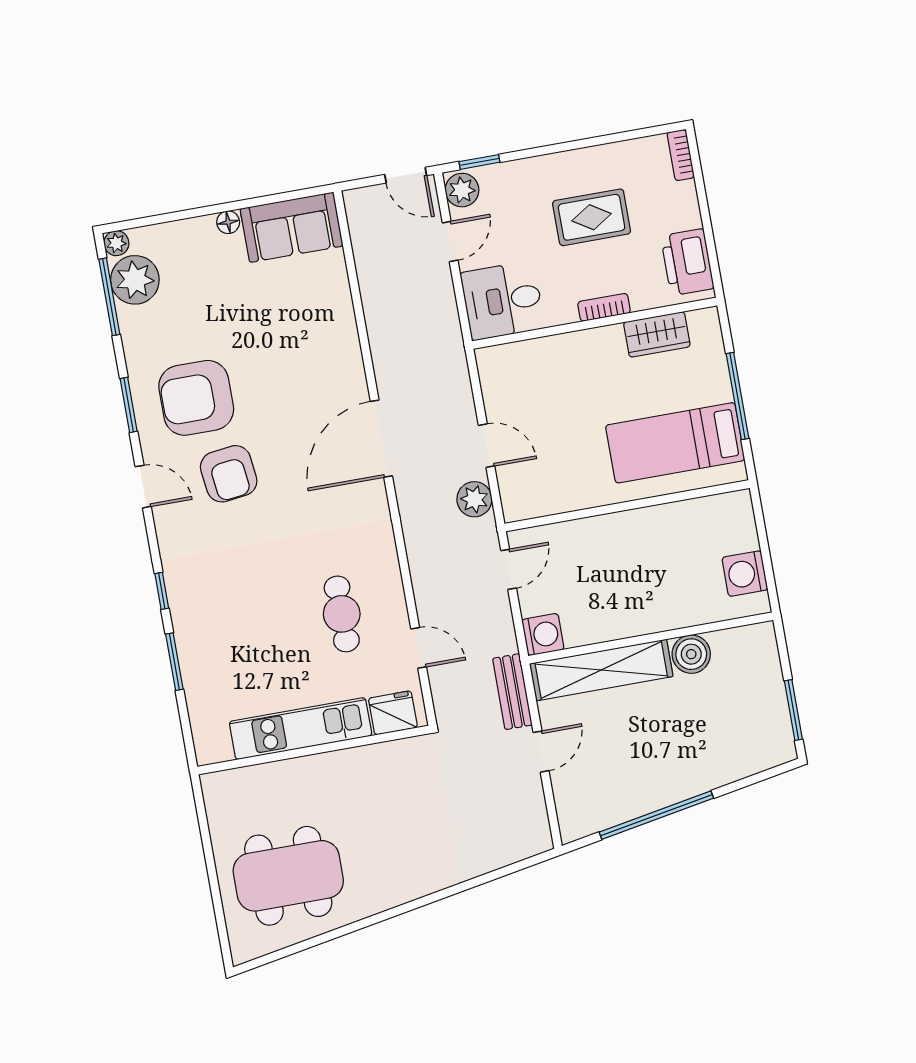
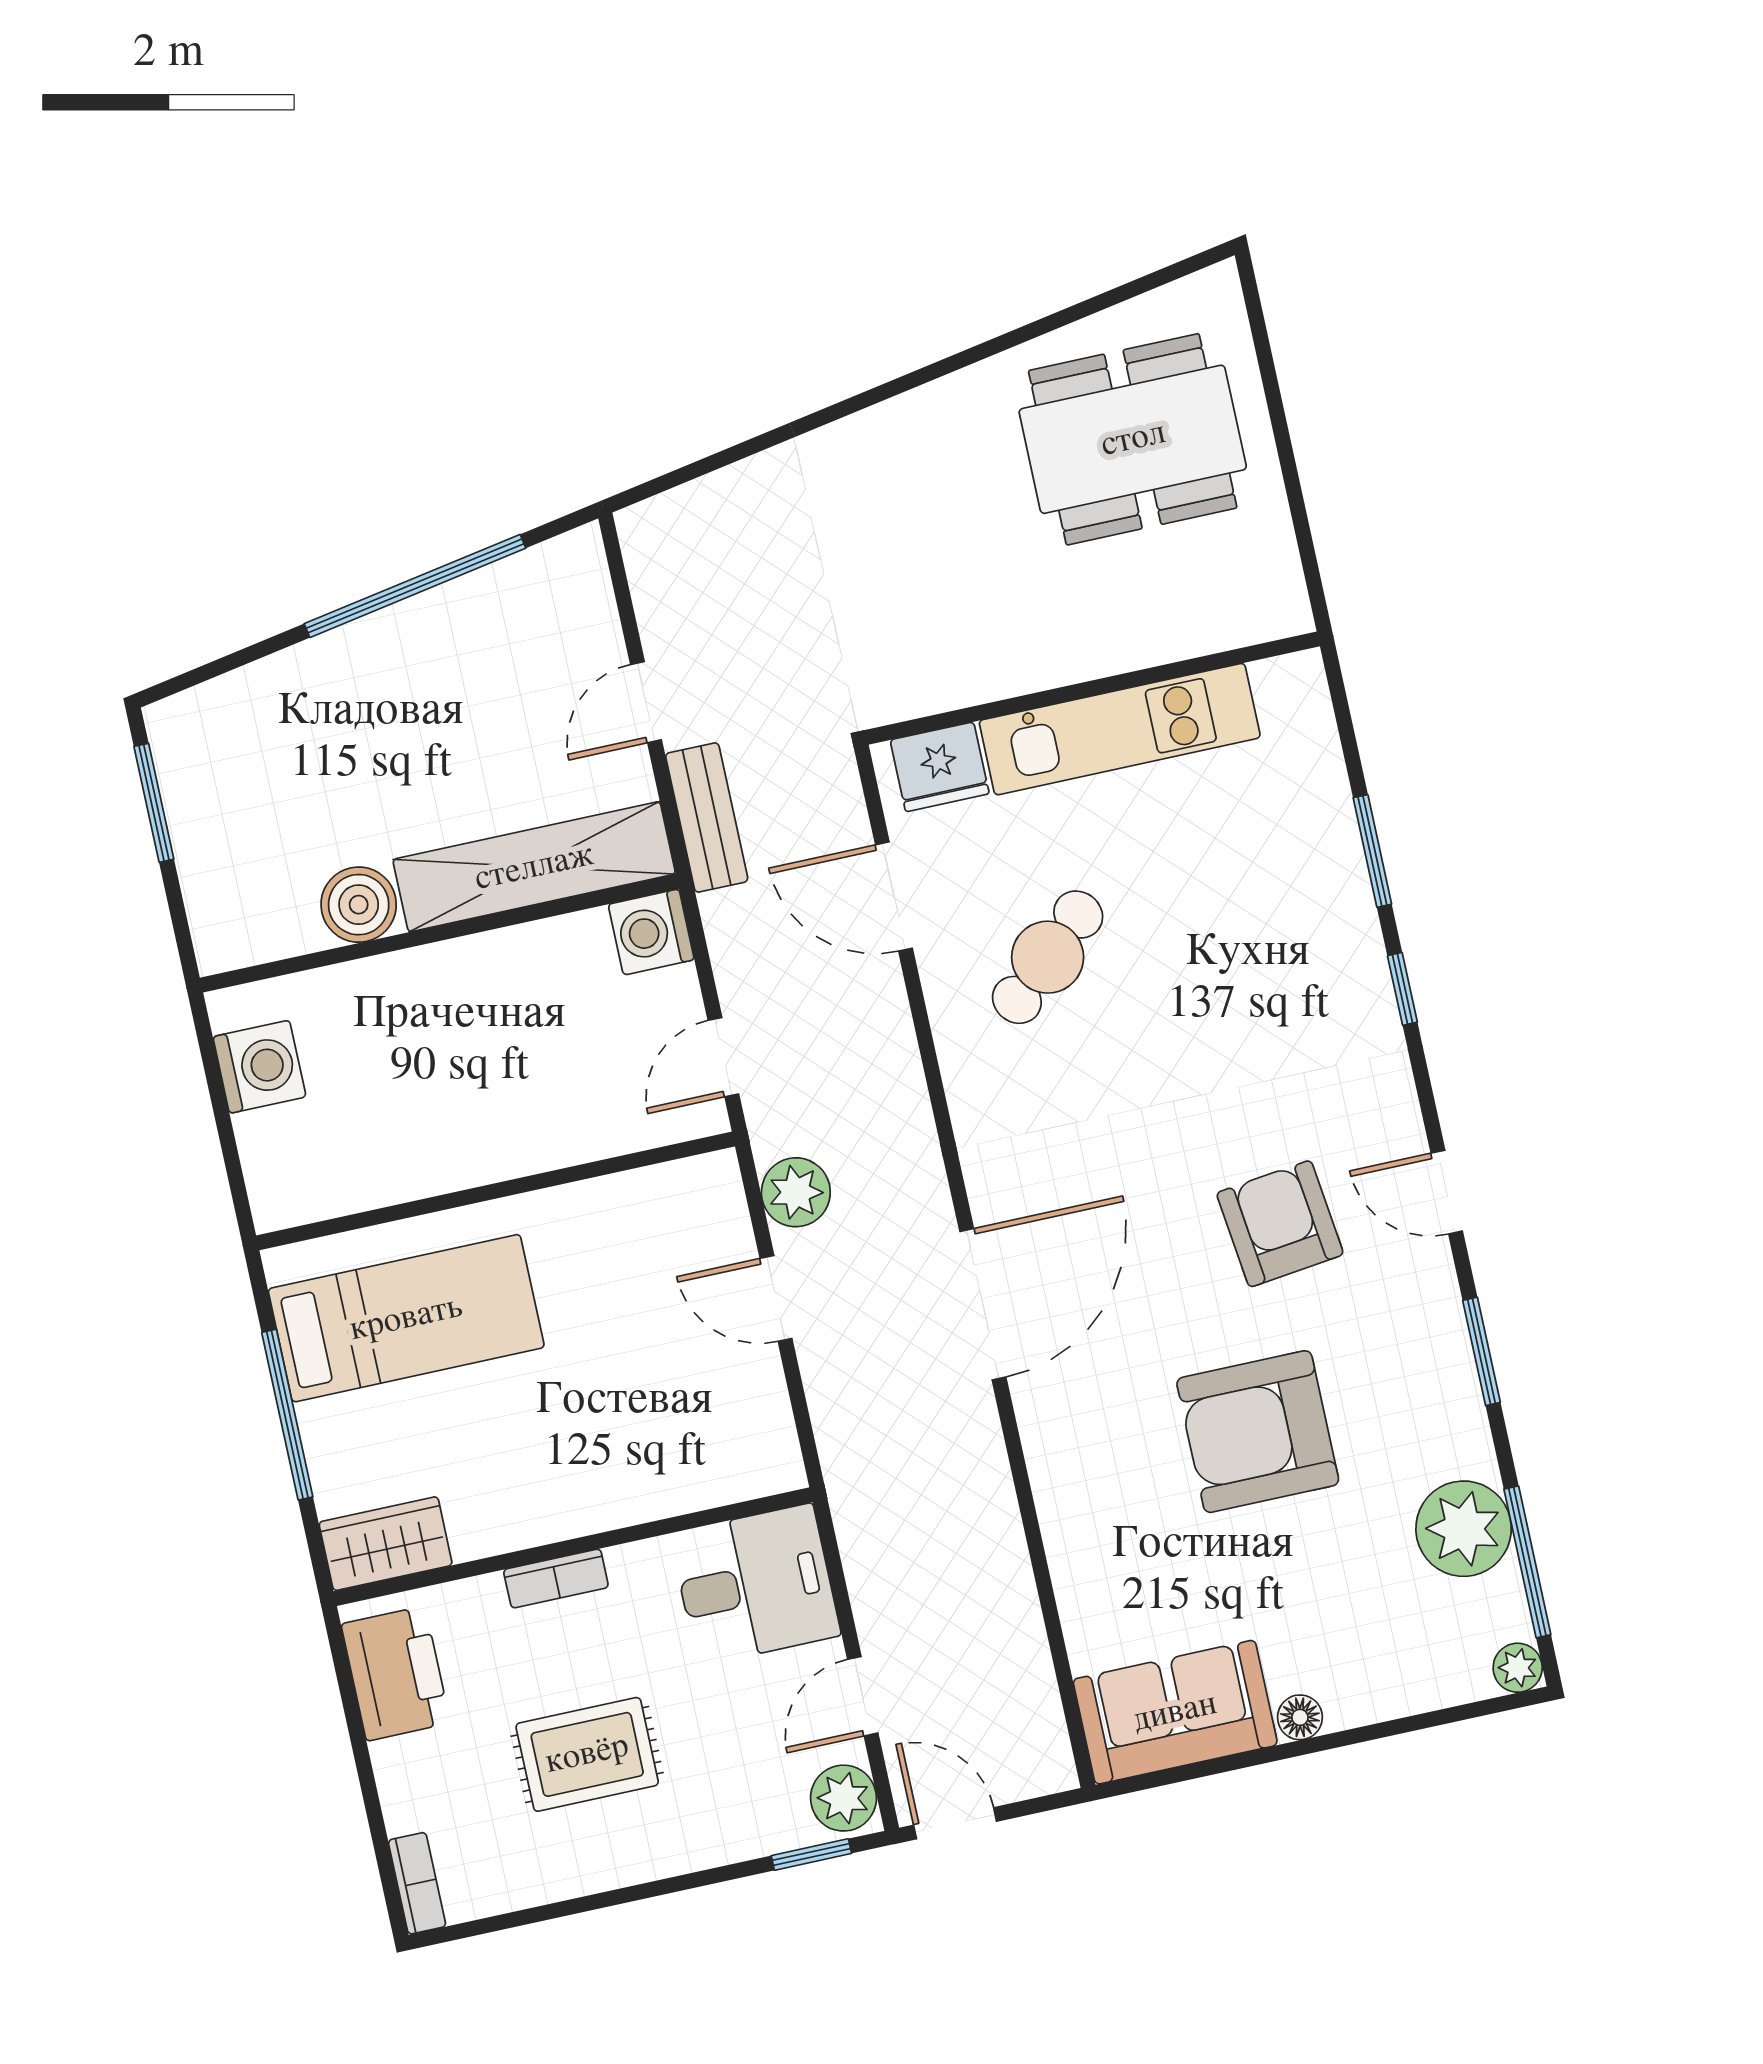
plant: (135, 280) -> (1464, 1529), moved
wardrobe: (657, 334) -> (386, 1544), moved
armchair: (196, 398) -> (1258, 1432), moved, turned 180
cafe table: (342, 614) -> (1048, 957), turned 48
door: (419, 648) -> (894, 896), width x1.38

